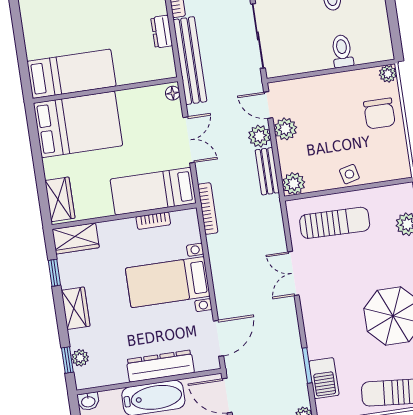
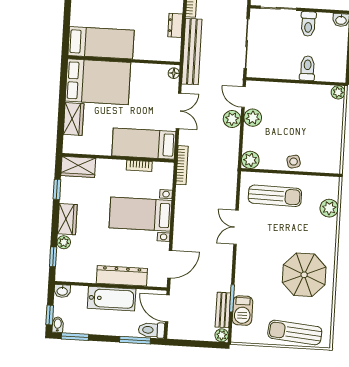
chair: (379, 114) -> (325, 121), removed
bench: (267, 171) -> (223, 310), moved
wardrobe: (60, 199) -> (74, 119), moved
plant: (80, 358) -> (64, 242), moved

